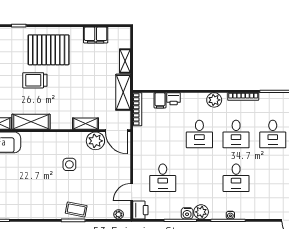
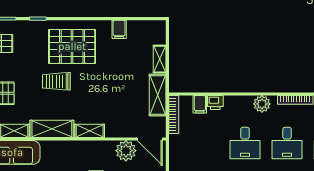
filing cabinet: (96, 35) -> (119, 29), width x0.50
shelving: (85, 124) -> (90, 131), moved

